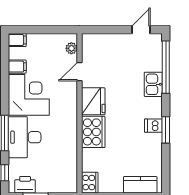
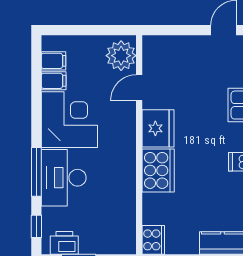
filing cabinet: (17, 40) -> (54, 61), moved
plant: (71, 48) -> (121, 56), width x1.87, depth x1.87

